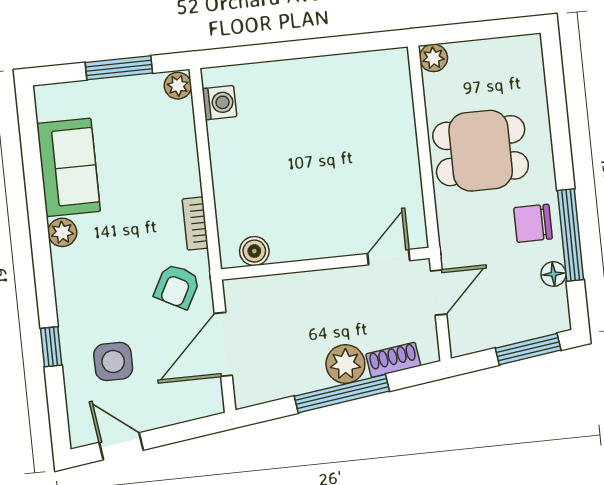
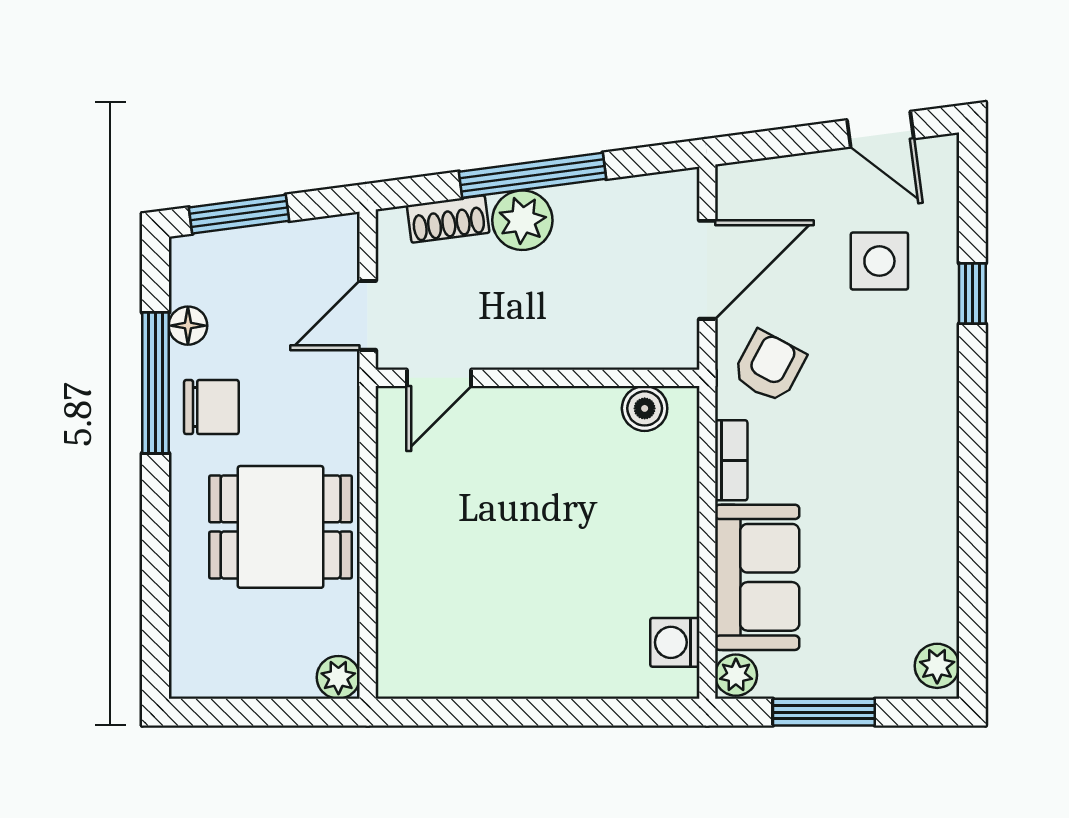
sofa: (69, 167) -> (757, 577), moved, turned 180
plant: (62, 232) -> (937, 666), moved

